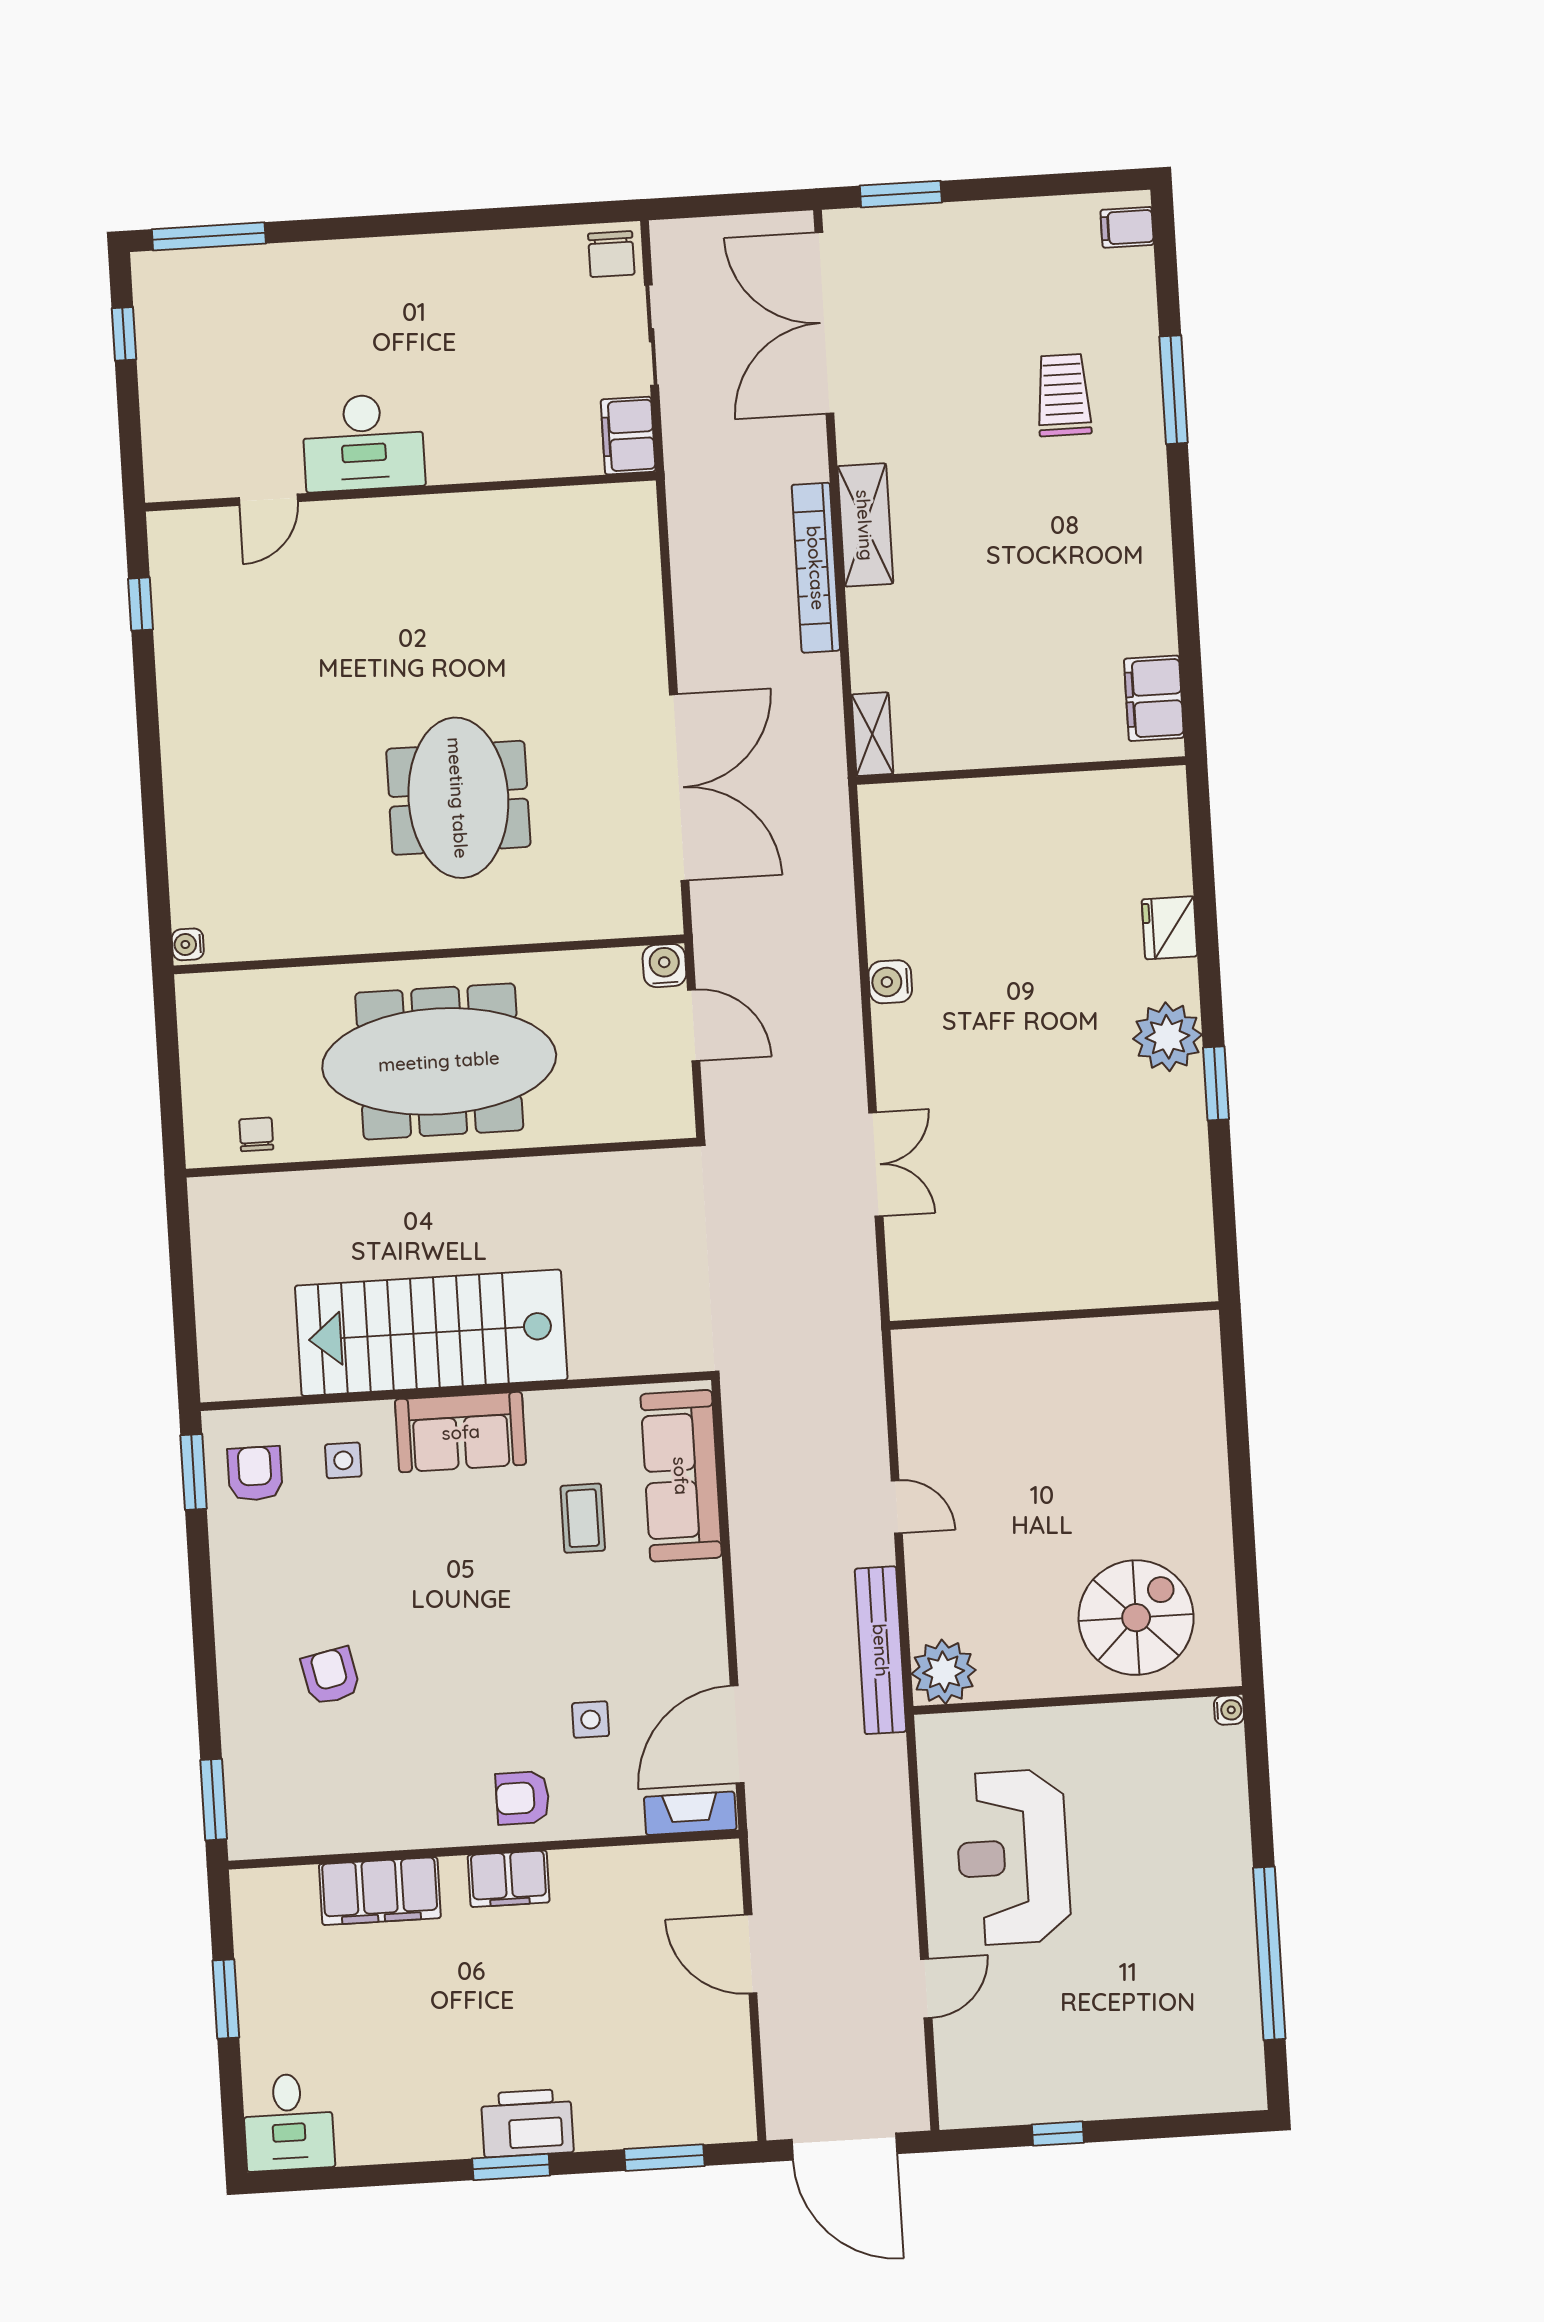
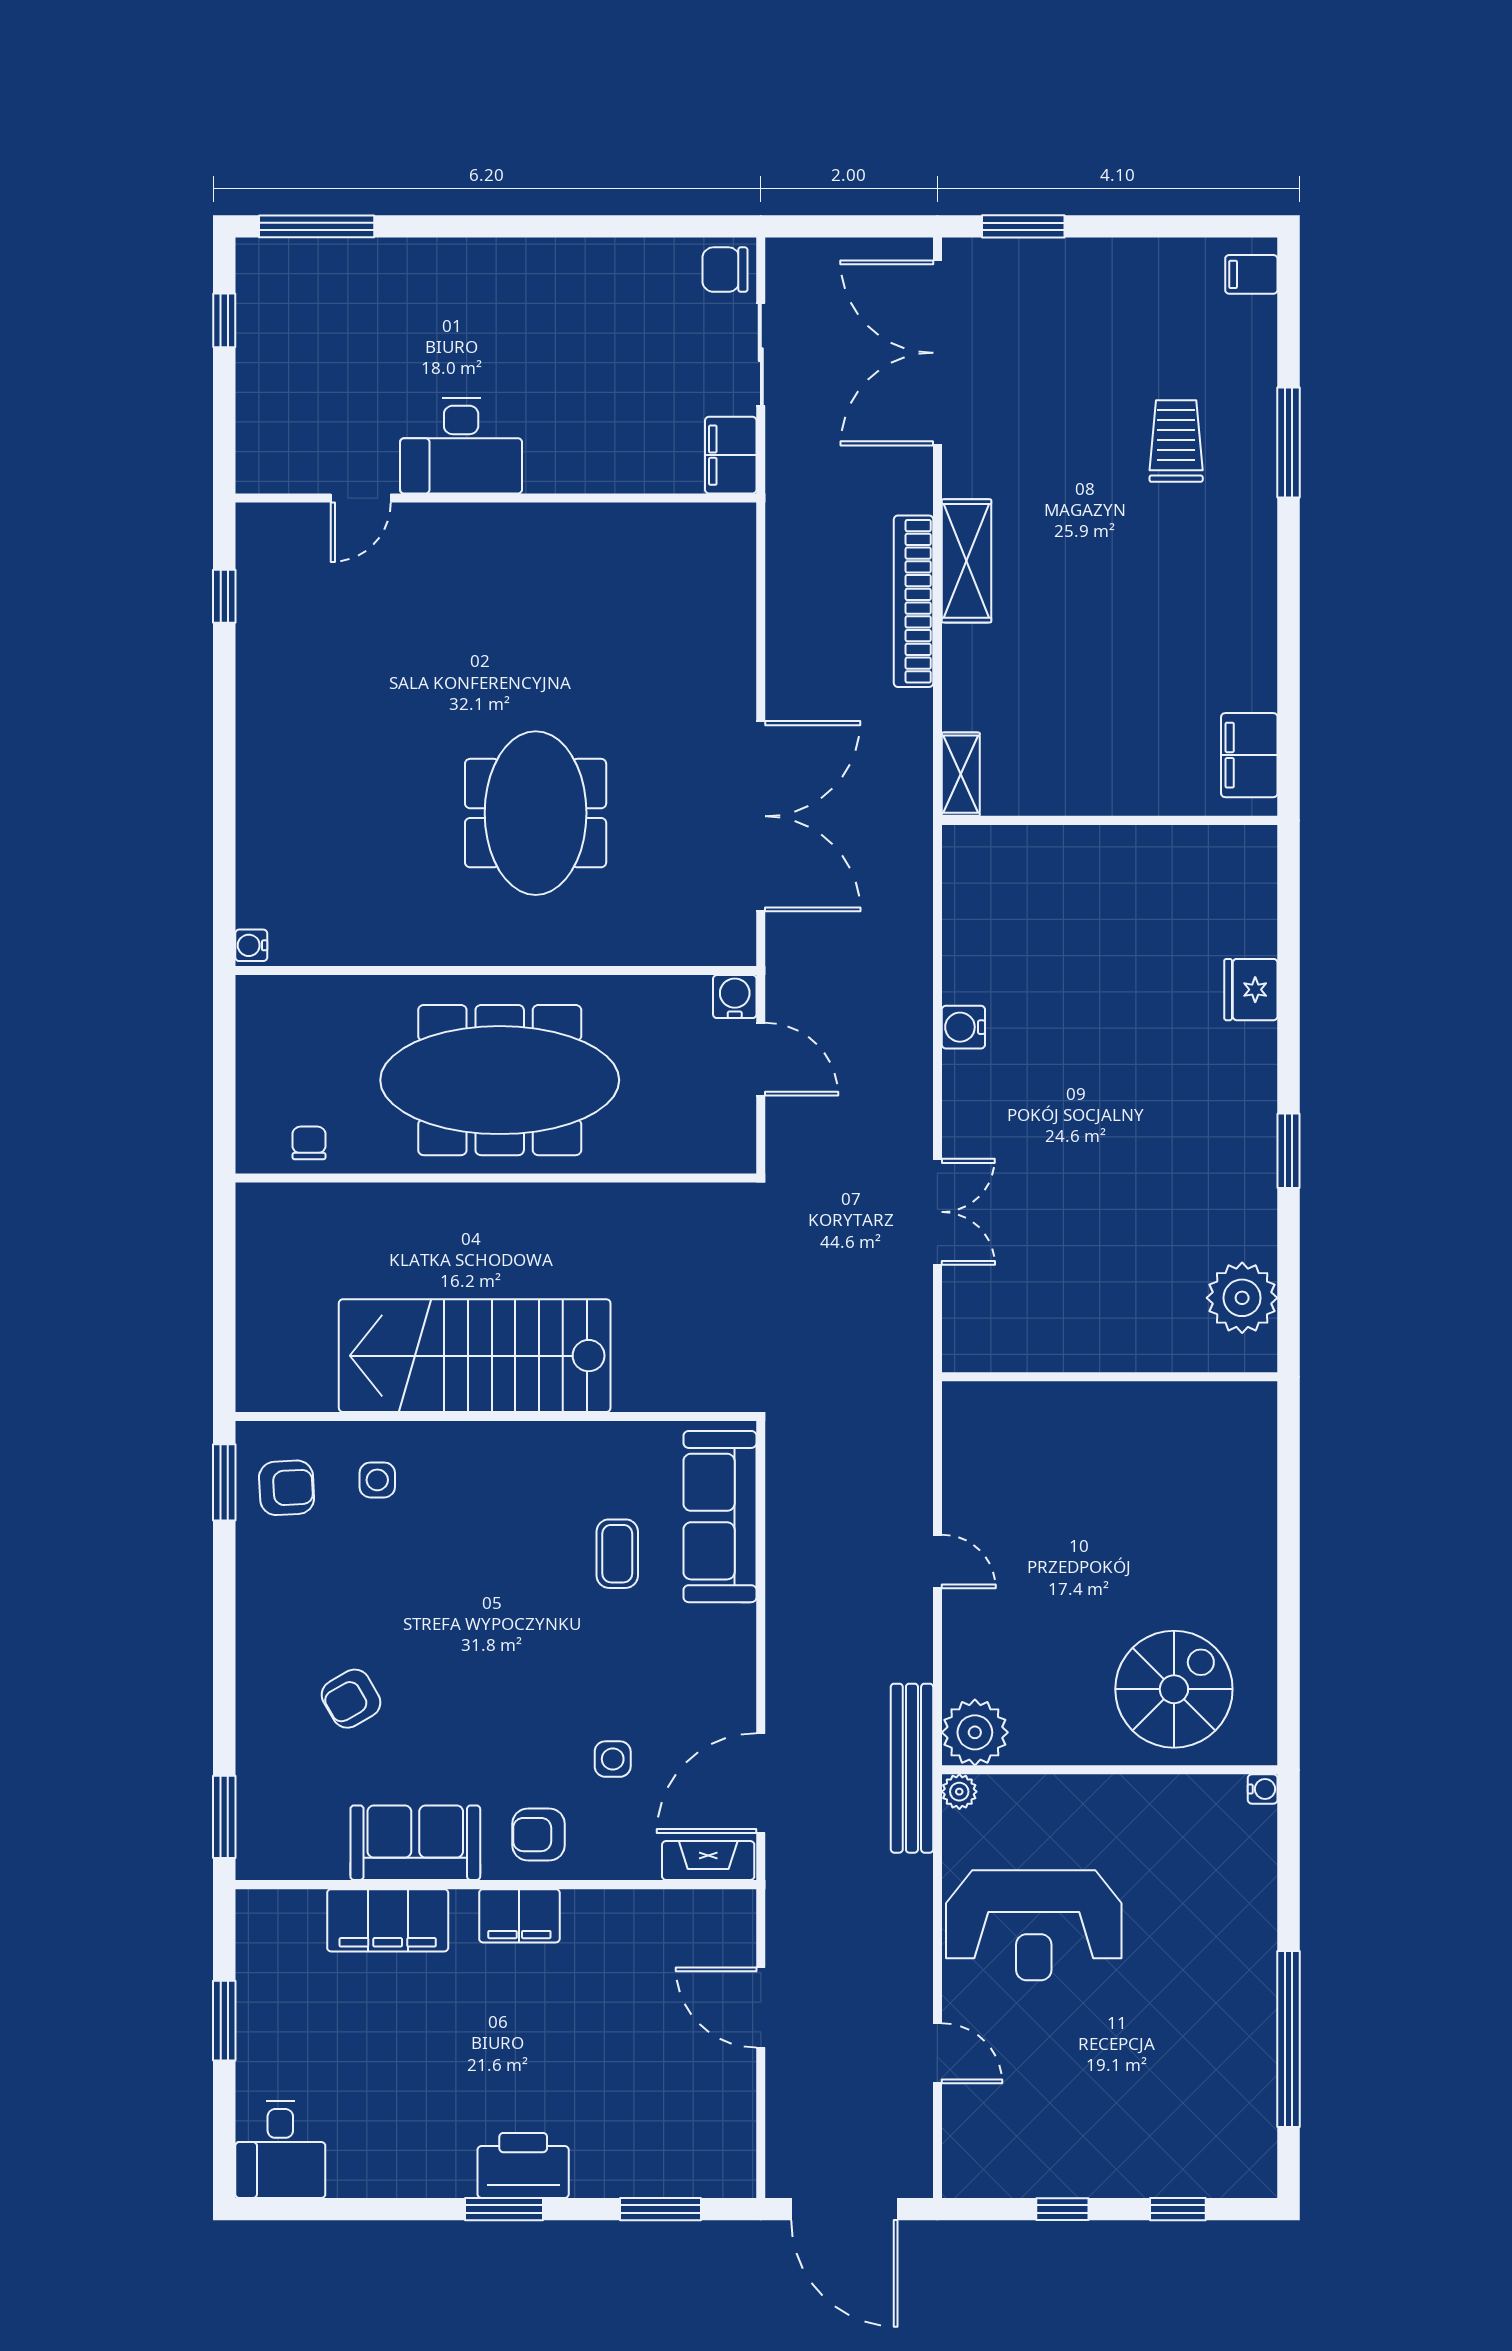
chair: (611, 254) -> (725, 270), turned 90
plant: (1168, 1037) -> (1242, 1298), moved
sofa: (461, 1432) -> (415, 1843), moved, turned 180
armchair: (255, 1474) -> (287, 1488), turned 87
bench: (881, 1650) -> (912, 1768), moved
armchair: (331, 1676) -> (351, 1699), turned -108
plant: (932, 1731) -> (959, 1792), added
reception desk: (1013, 1857) -> (1034, 1925), turned -90
door: (926, 1988) -> (937, 2053), hinge flipped
window: (1171, 2127) -> (1178, 2209), added

